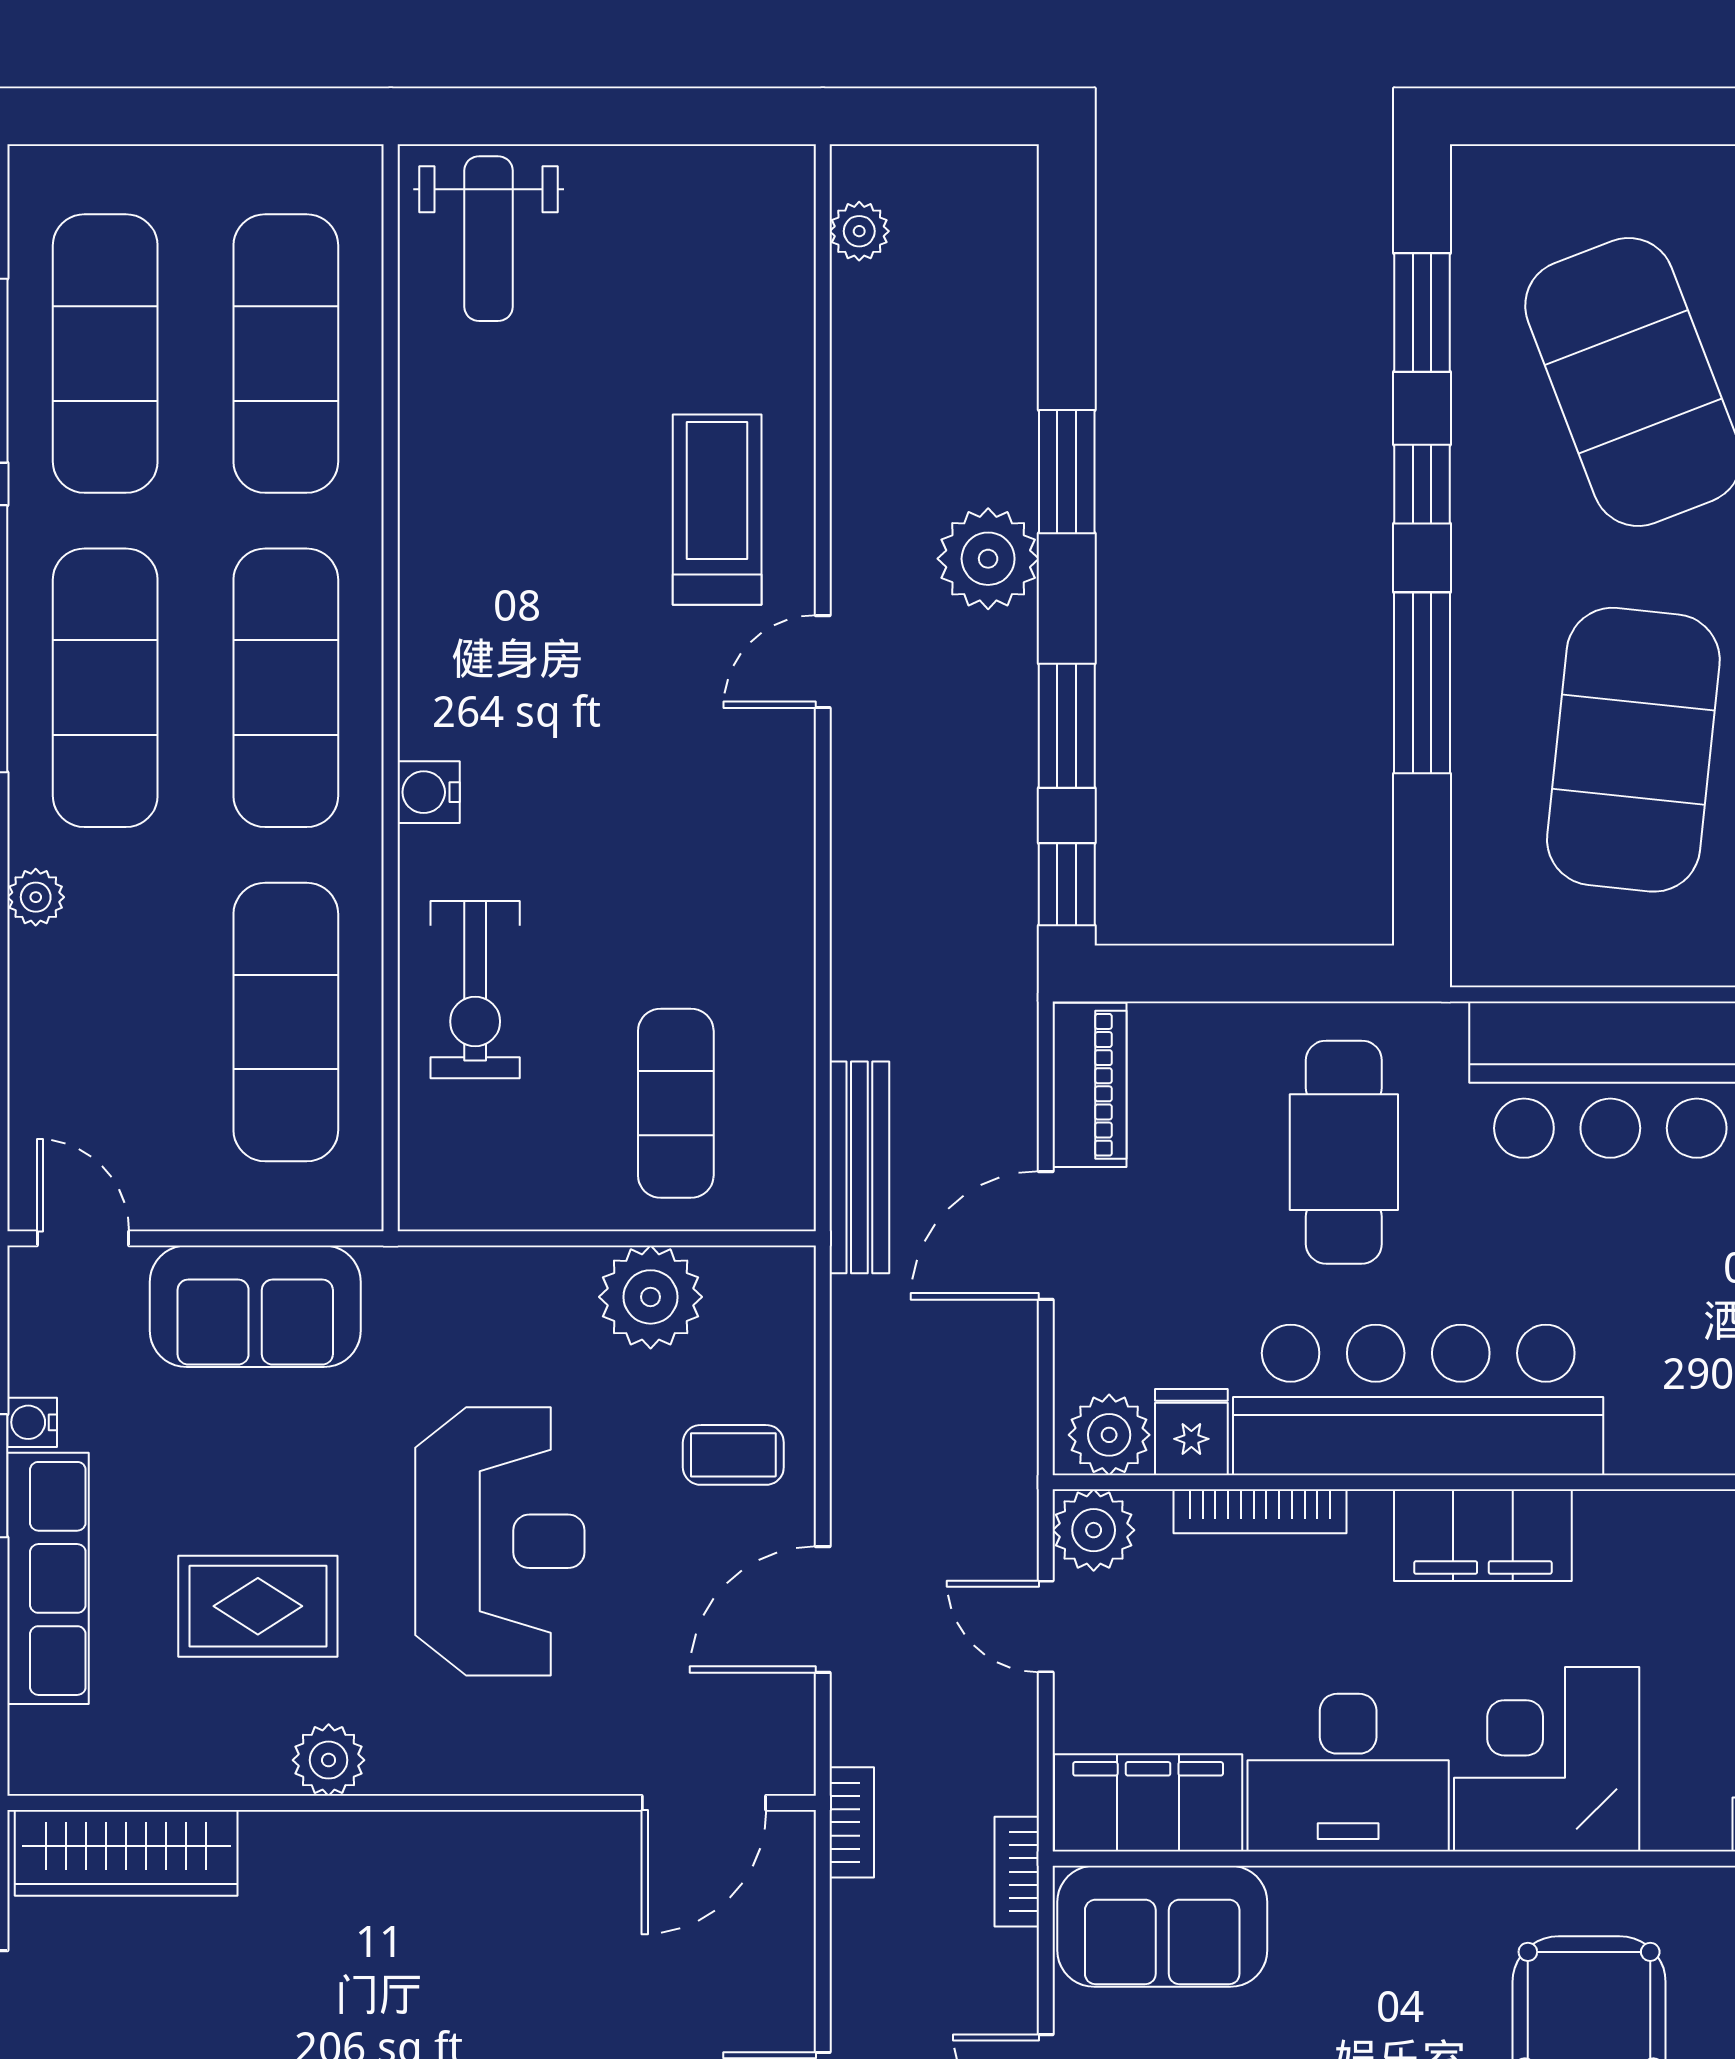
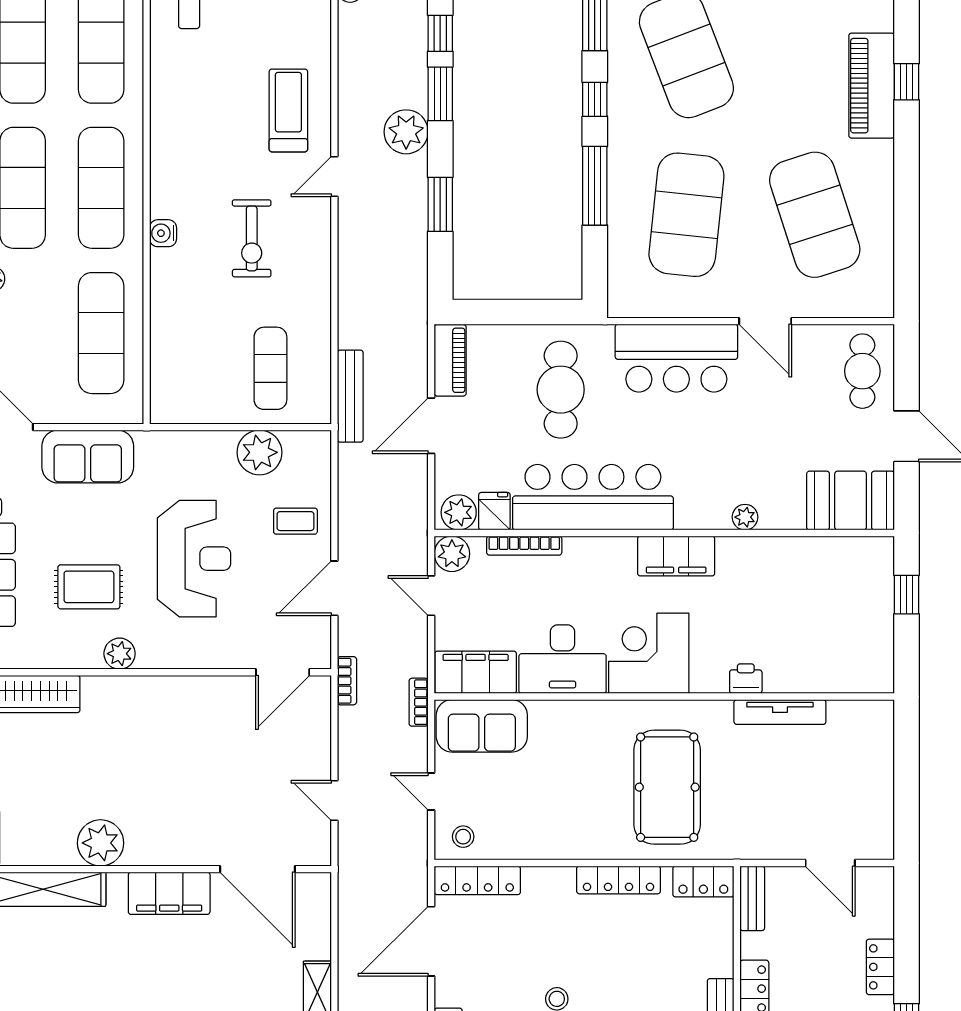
window: (1067, 884) -> (440, 33), moved
exercise bike: (475, 990) -> (252, 238), moved
filing cabinet: (1483, 1535) -> (676, 556), moved

